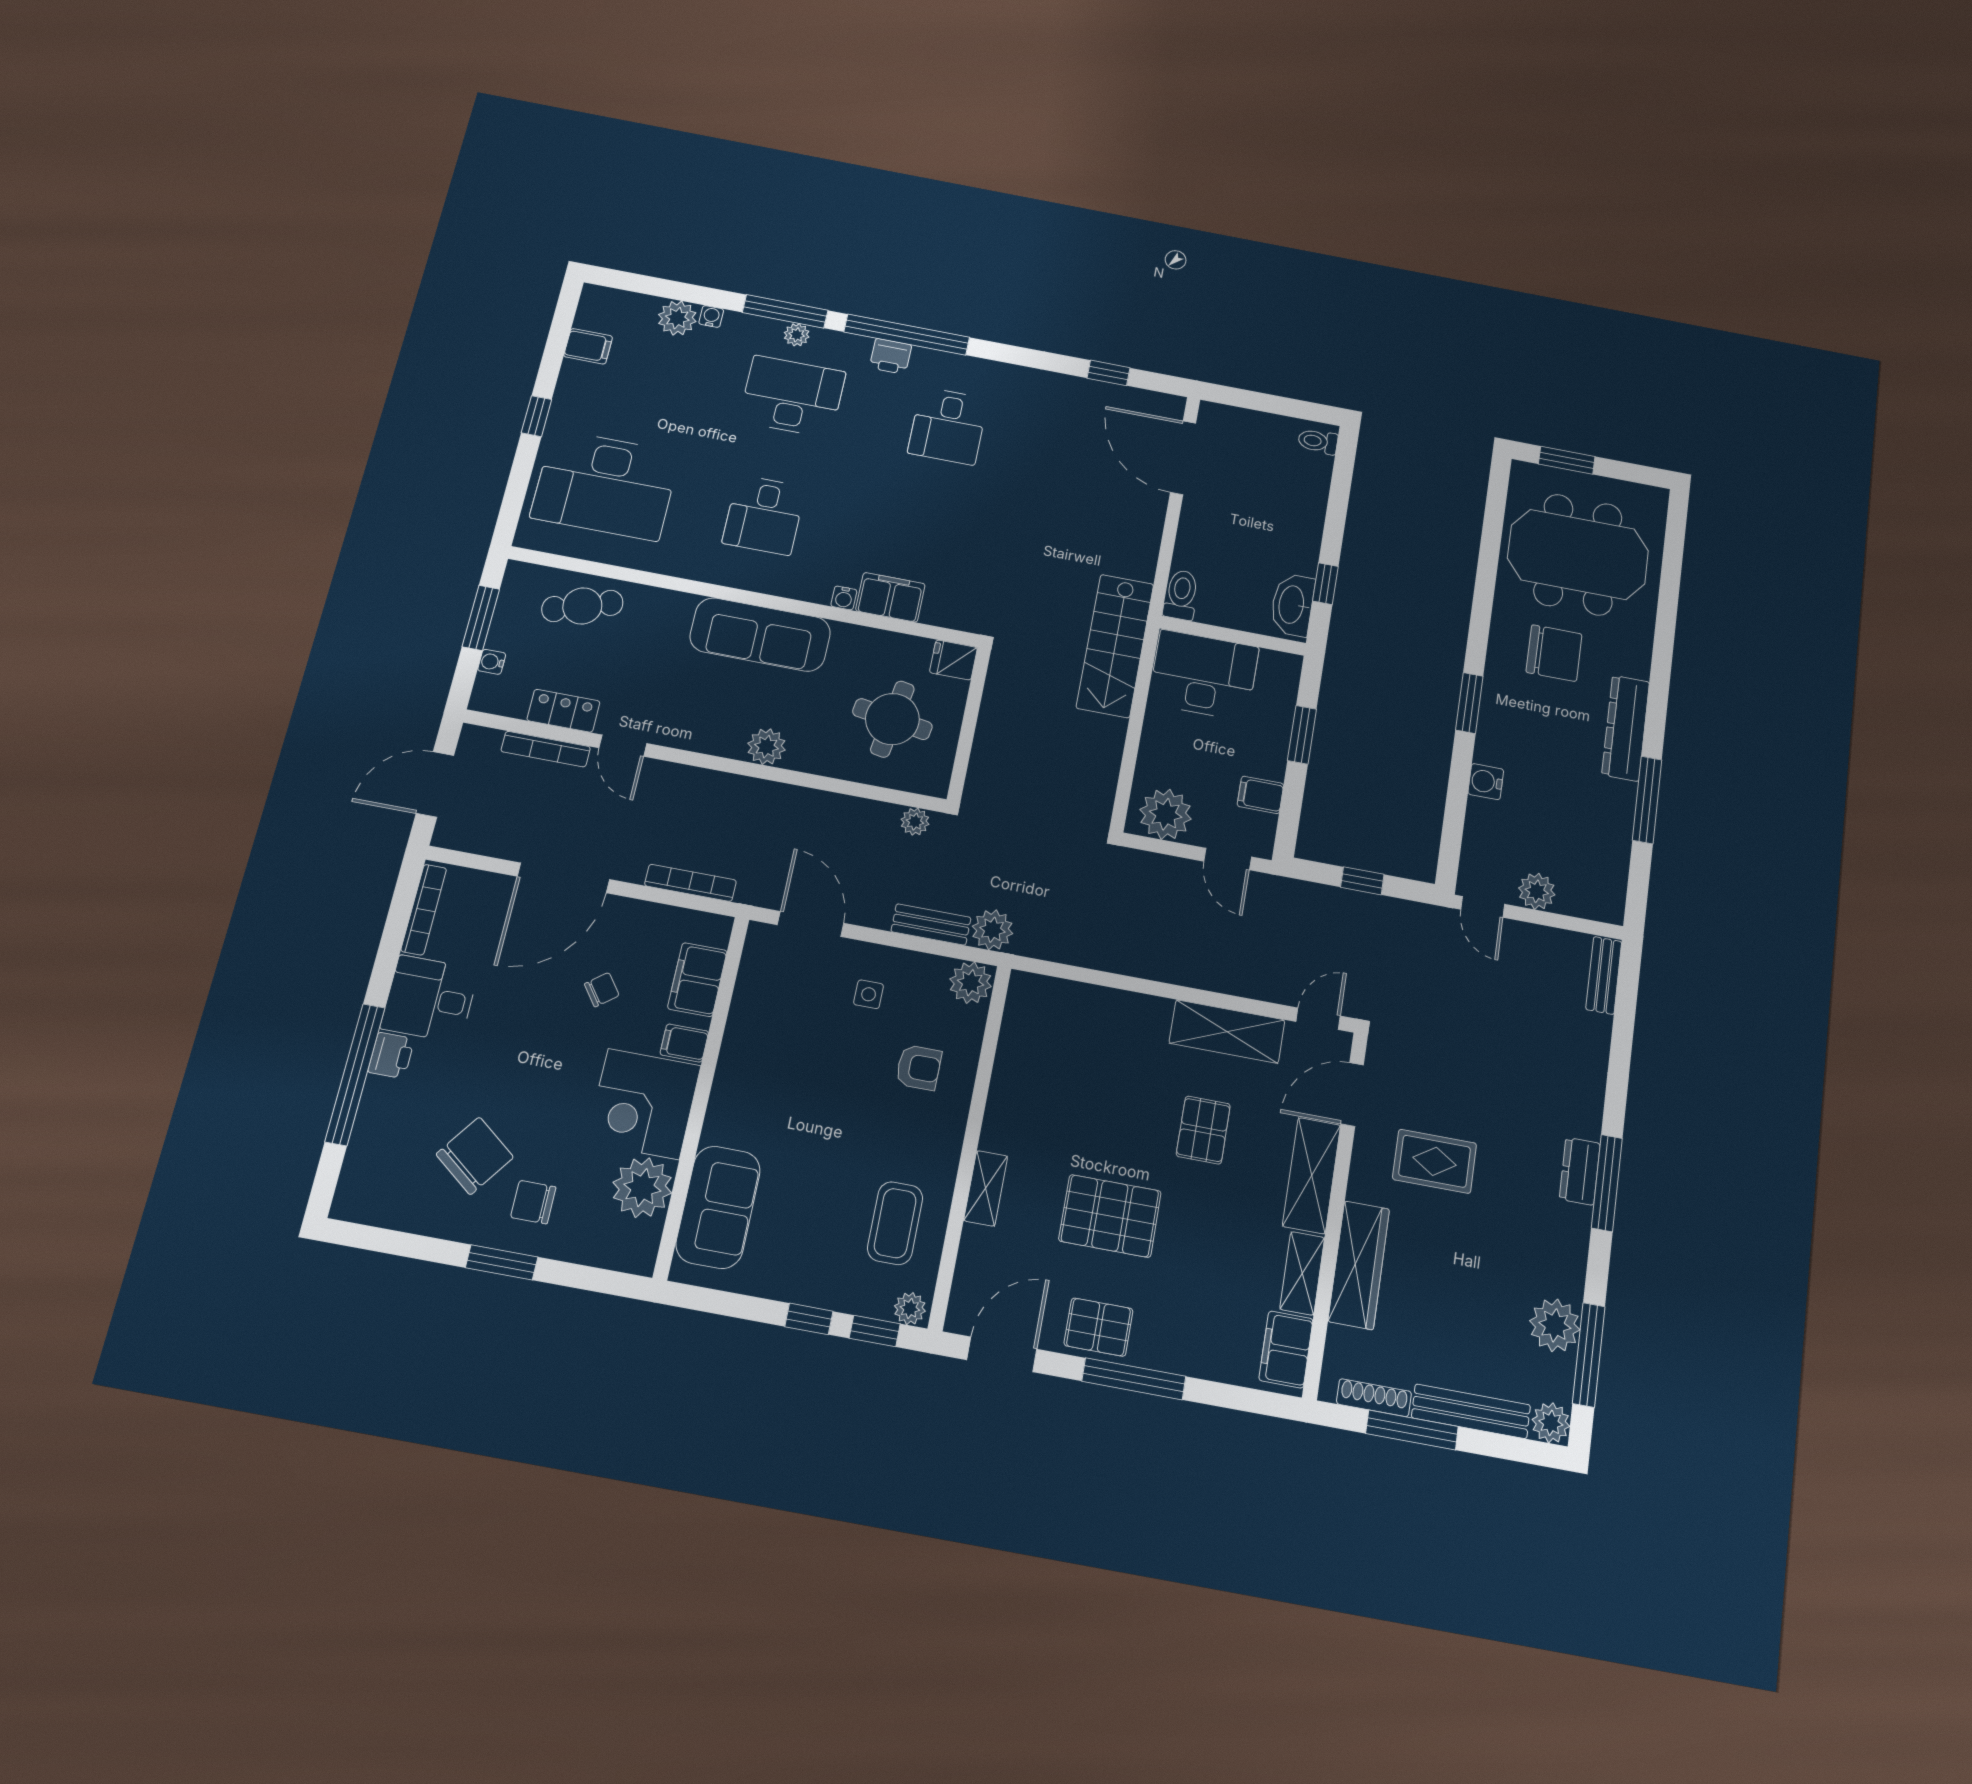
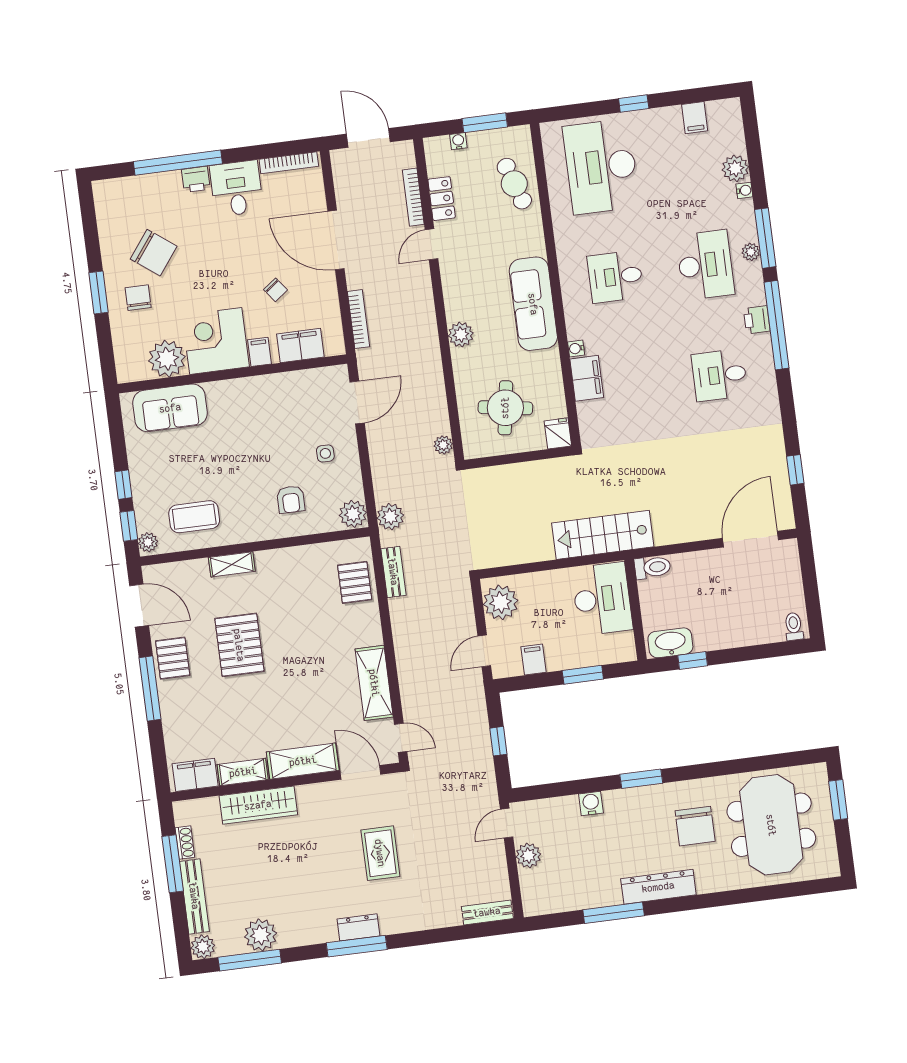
bench: (931, 925) -> (393, 572), moved
pallet: (1203, 1130) -> (355, 582), moved, turned 90
rug: (1435, 1161) -> (380, 853), moved
shoe rack: (1374, 1398) -> (185, 843), width x0.70

